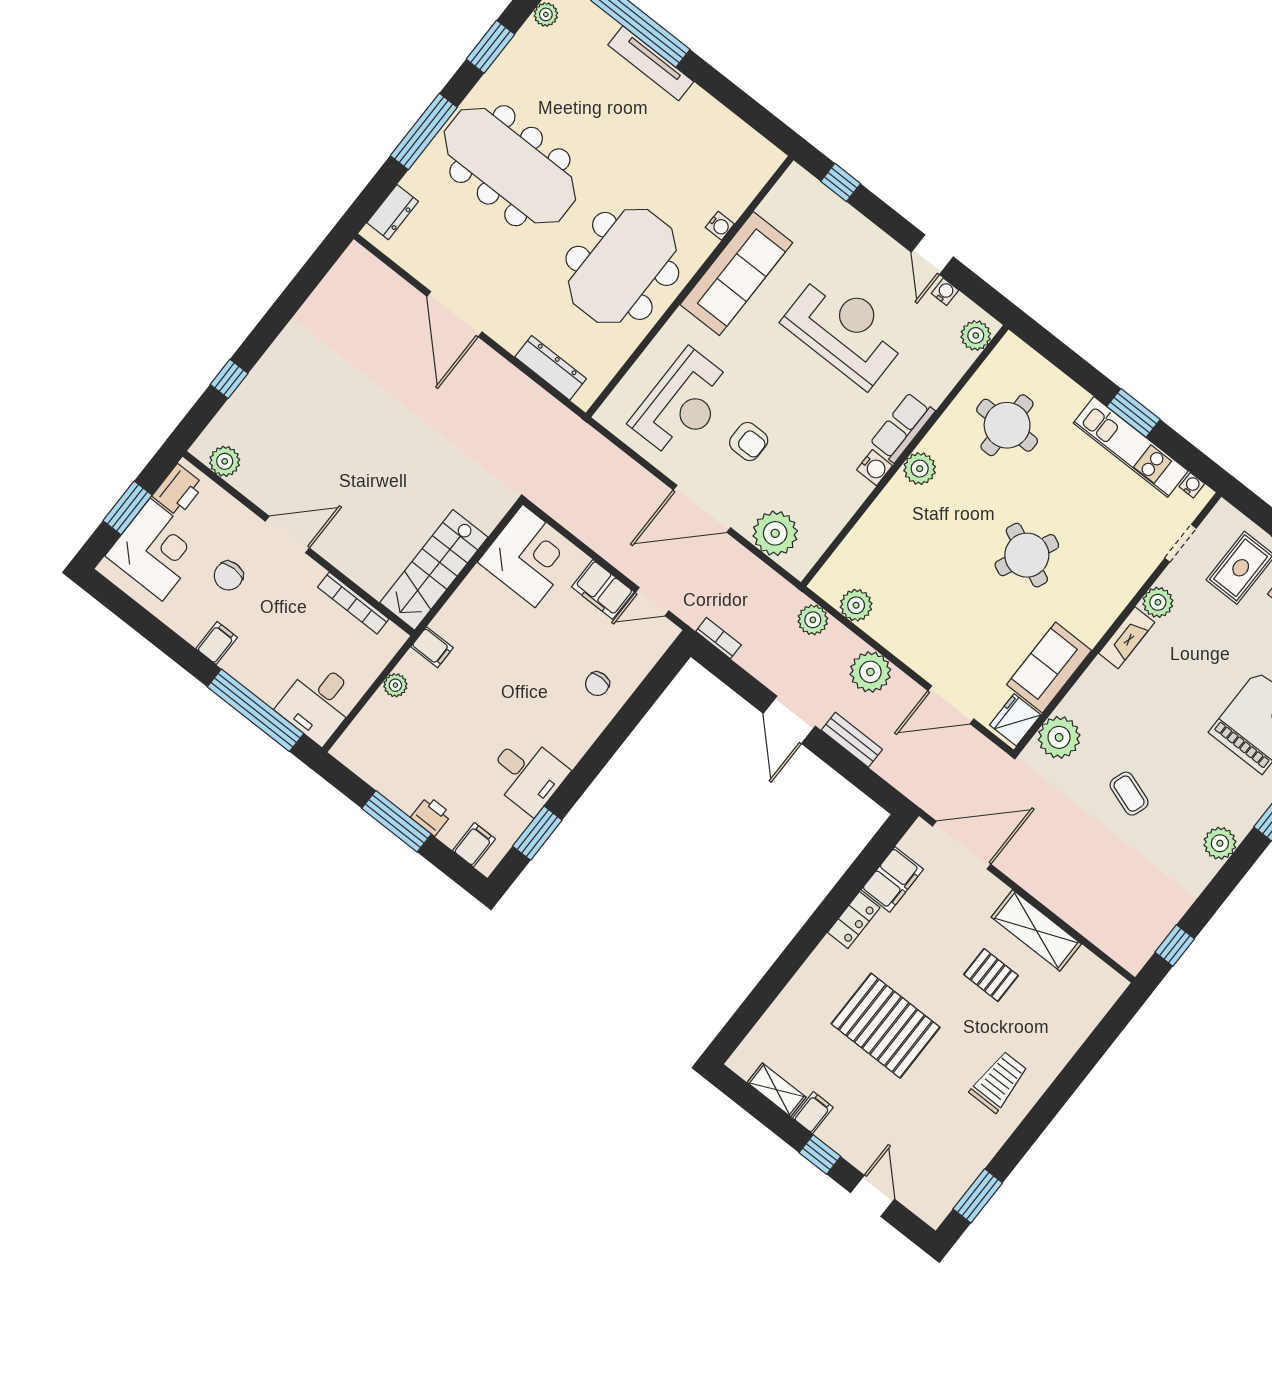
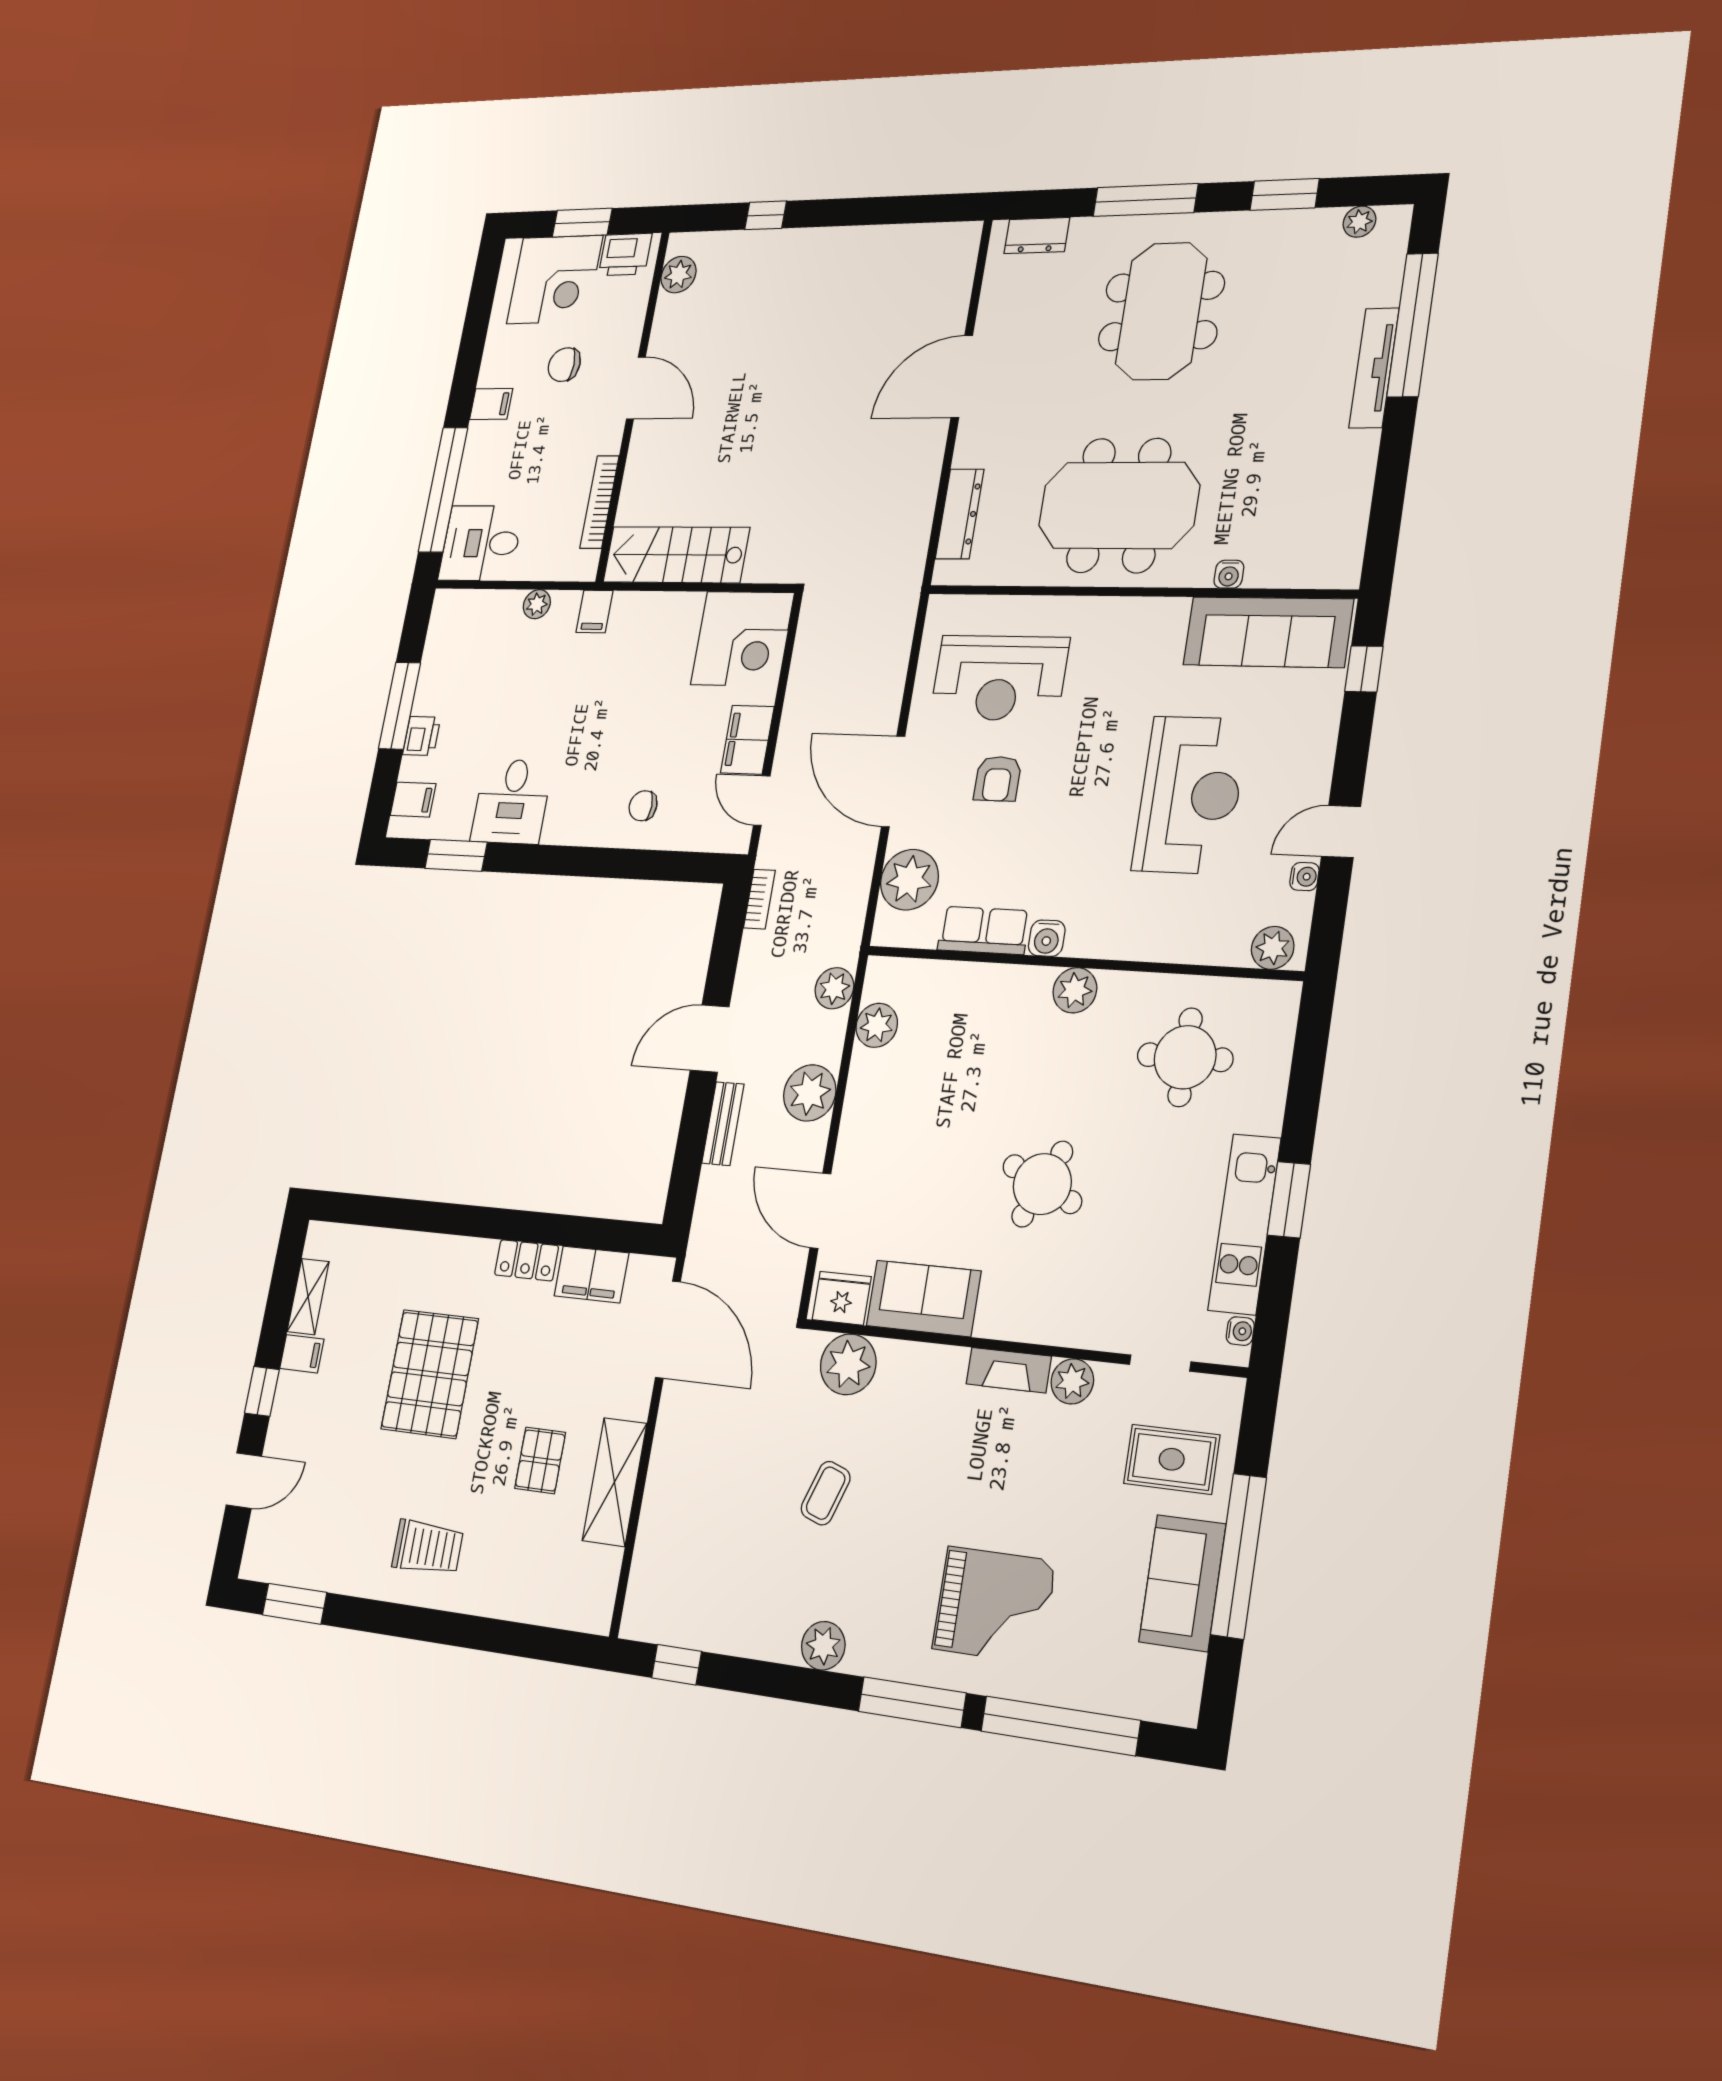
meeting table: (510, 166) -> (1161, 311), width x0.73
sofa: (736, 274) -> (1268, 632), moved
row of seats: (902, 427) -> (984, 930), moved

